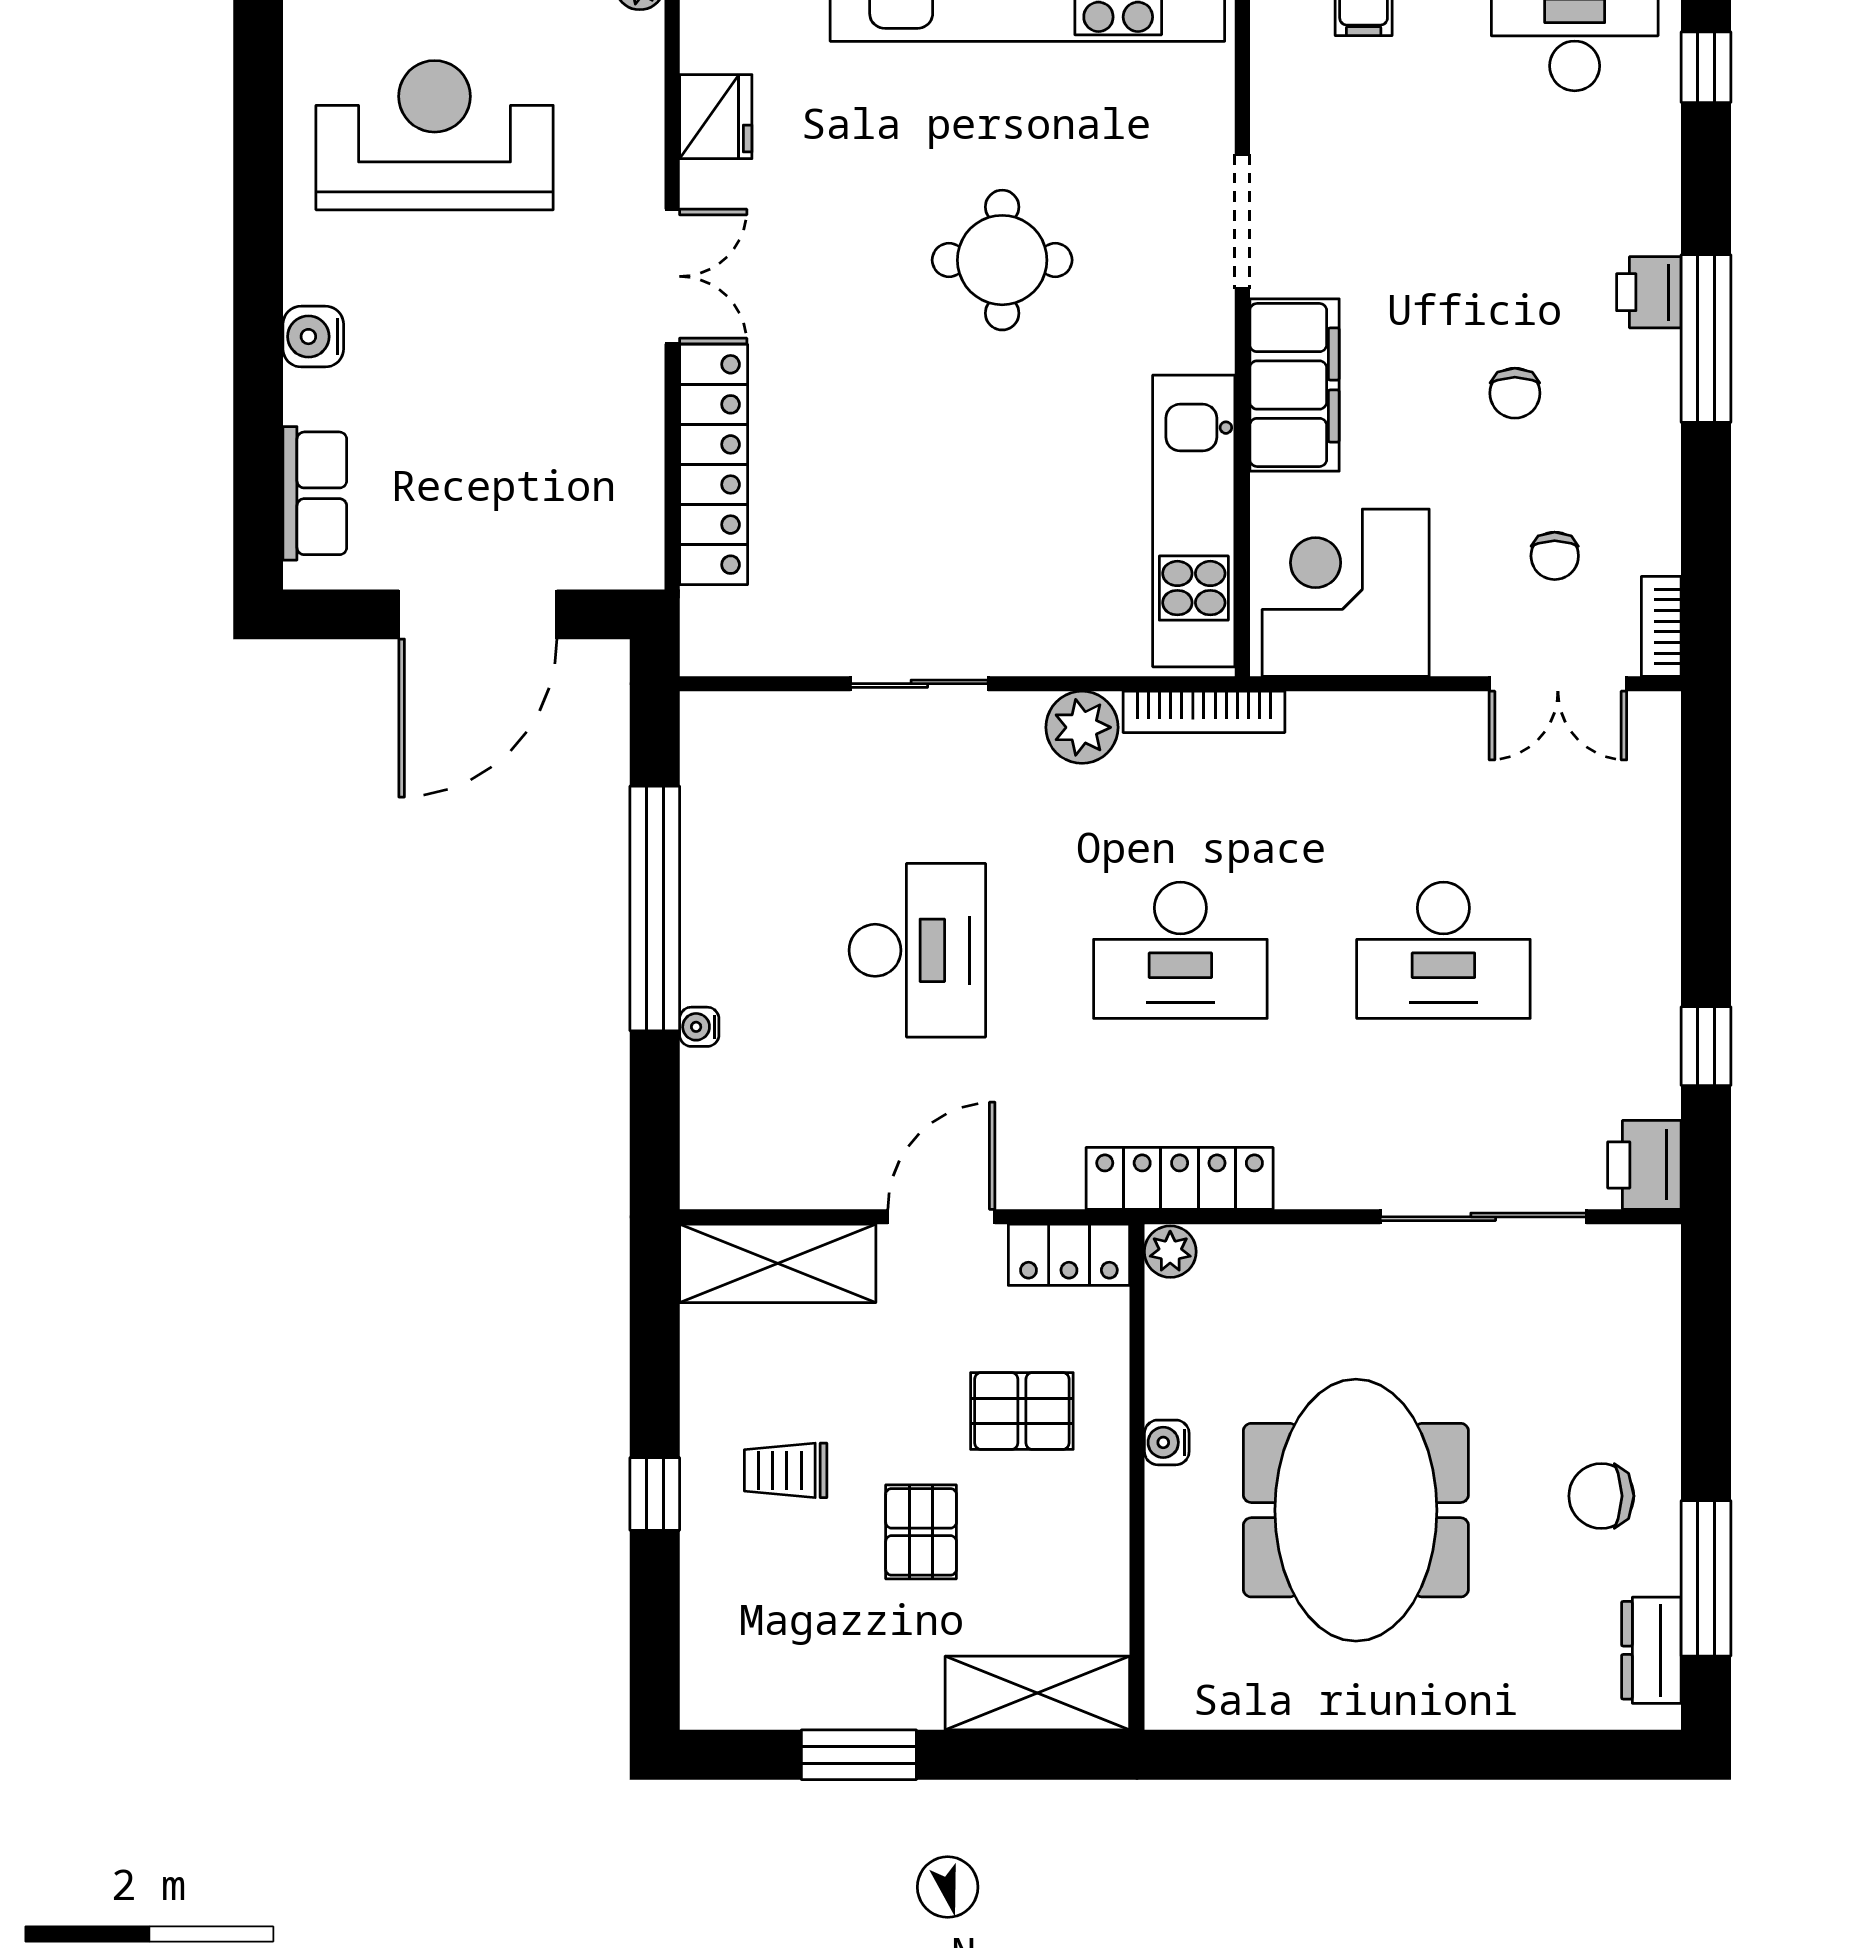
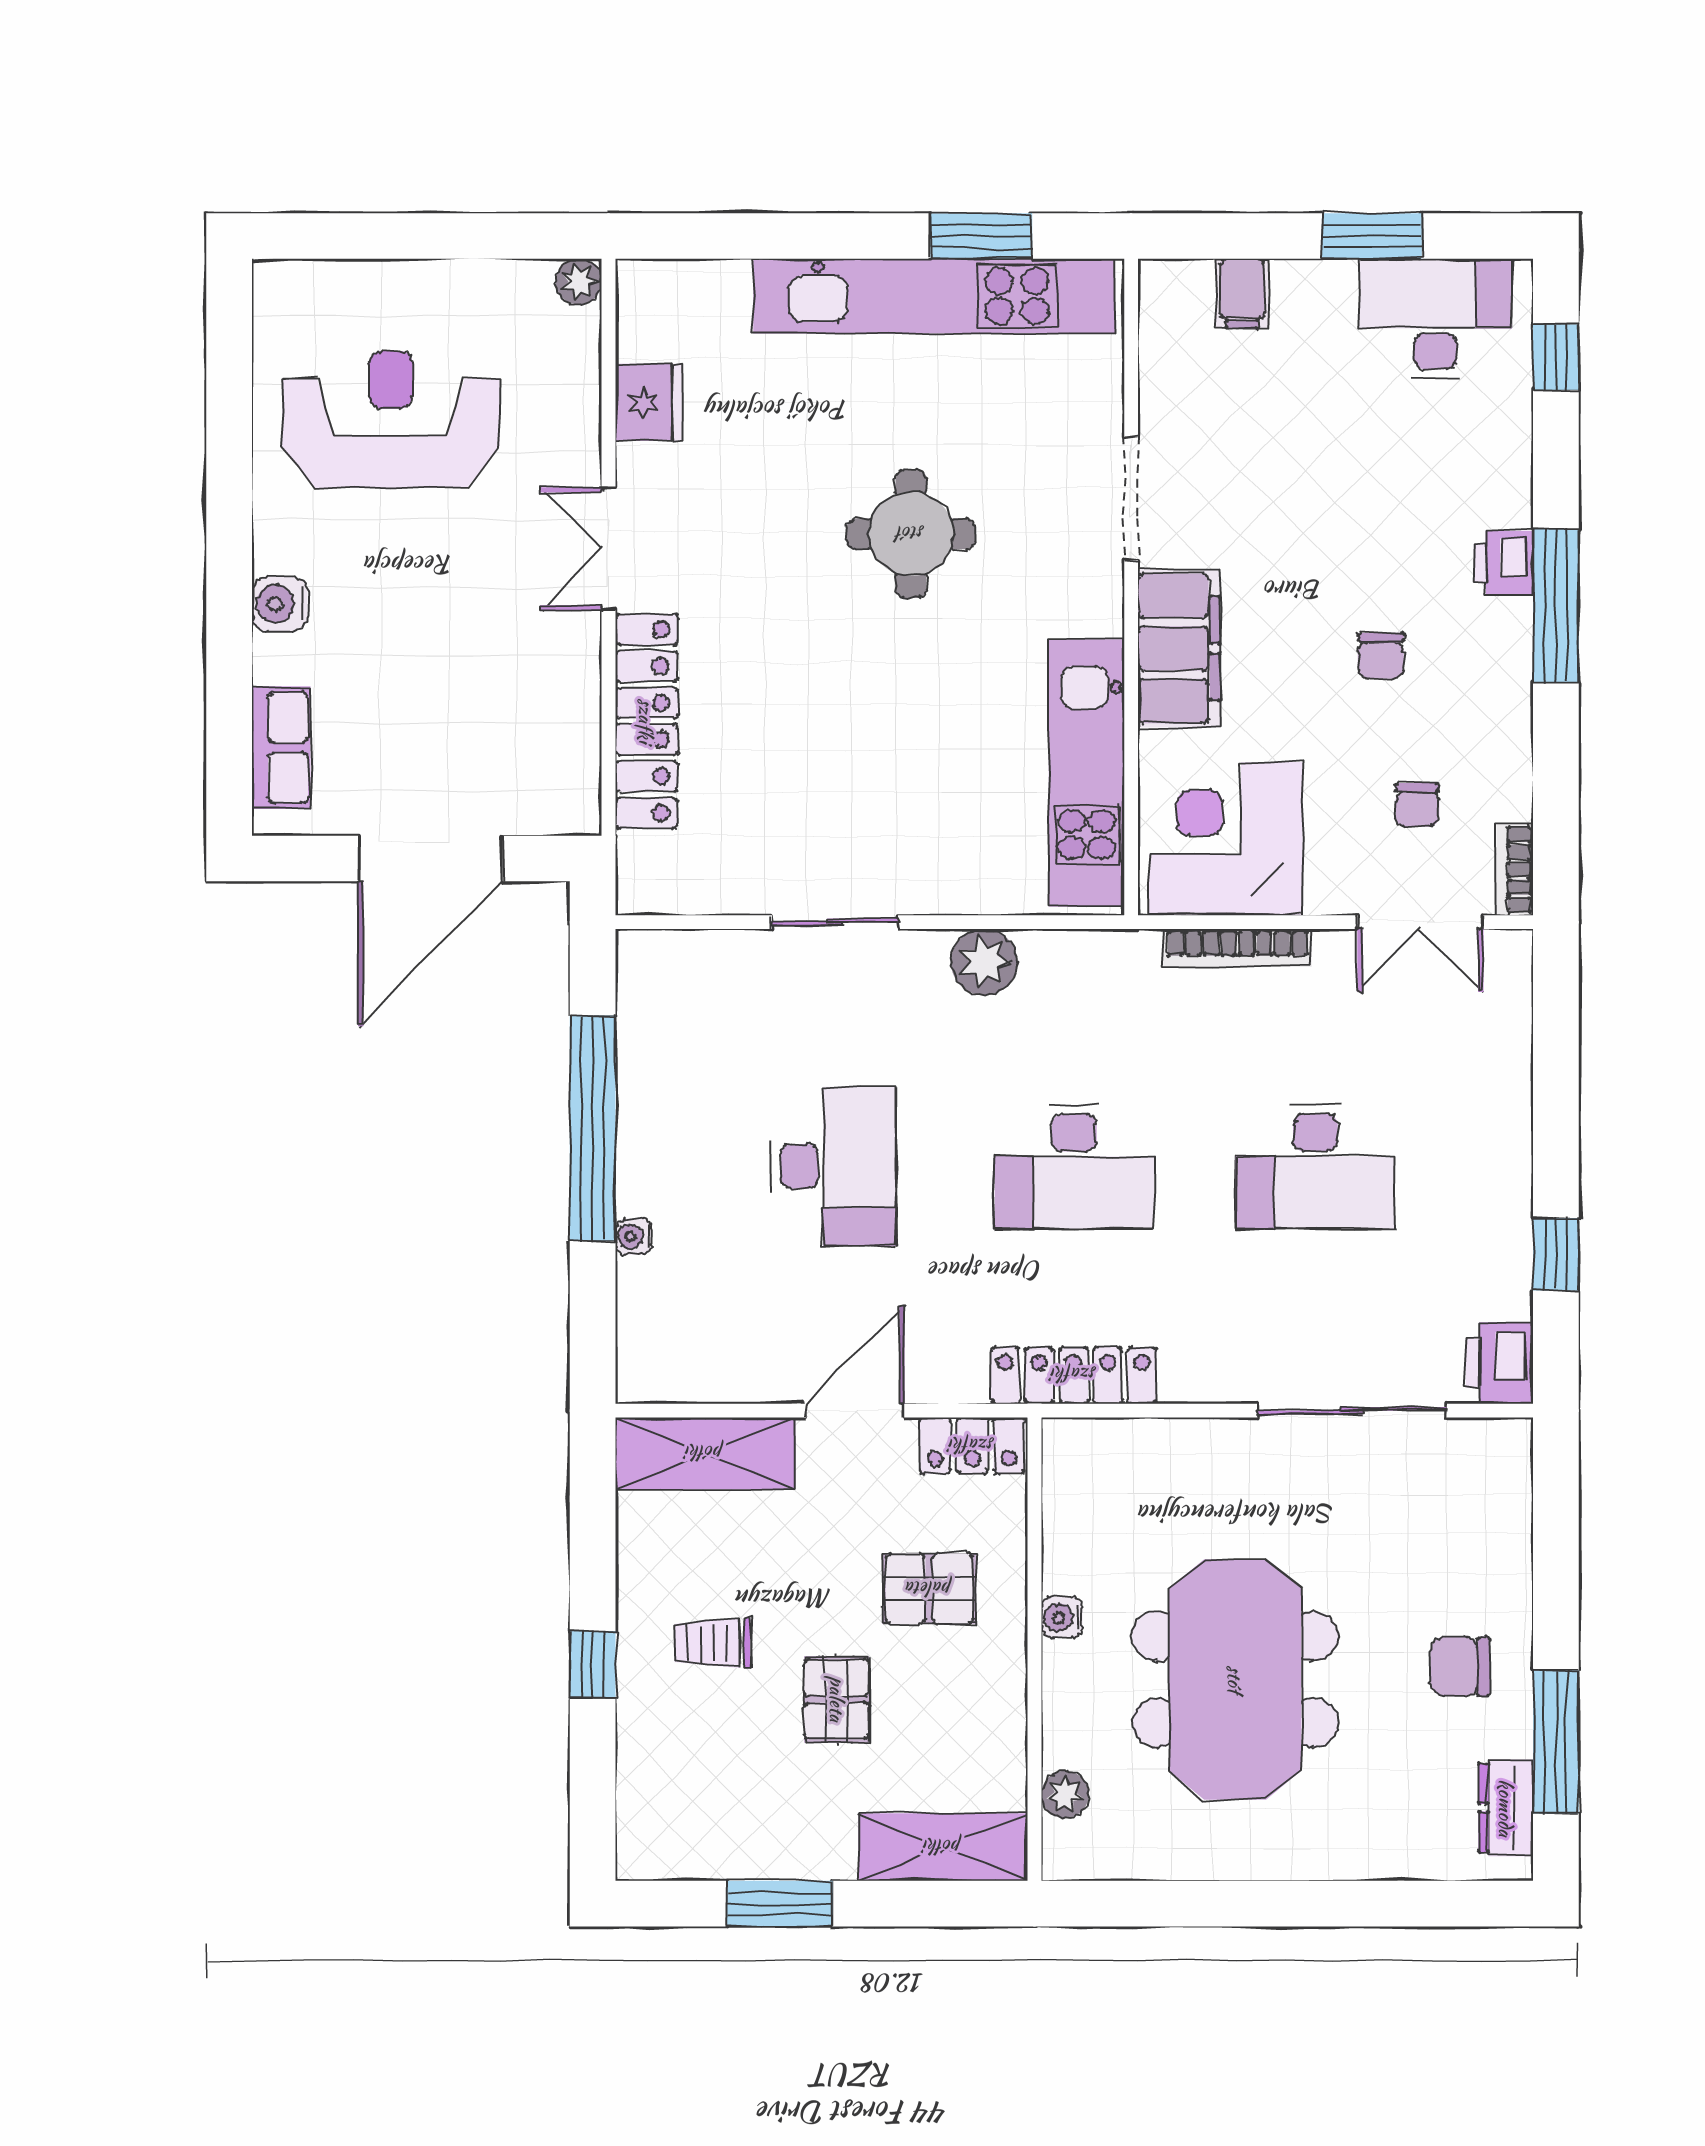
double door: (672, 276) -> (609, 549), swing flipped
bookcase: (1204, 712) -> (1238, 948), moved
plant: (1170, 1252) -> (1065, 1794), moved

